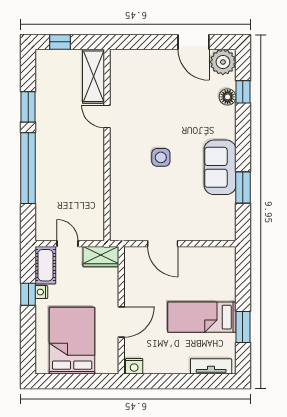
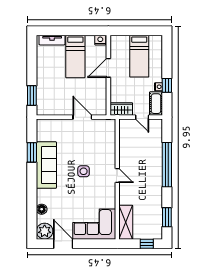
corner sofa: (144, 73) -> (94, 224), added
window: (243, 92) -> (32, 212), removed
window: (28, 107) -> (167, 217), moved
door: (107, 117) -> (117, 176), moved
sofa: (220, 167) -> (46, 165), width x1.36
bed: (202, 317) -> (75, 57), moved, turned 90
window: (243, 327) -> (32, 96), moved
bed: (72, 341) -> (139, 56), width x0.67

